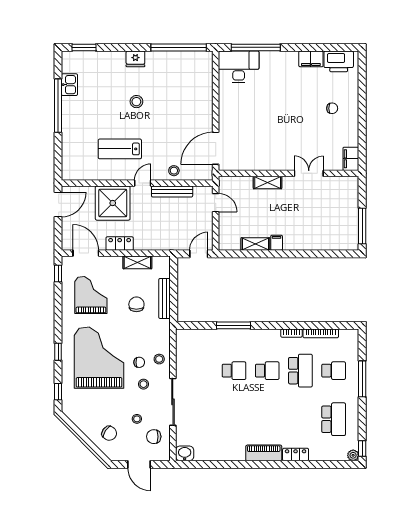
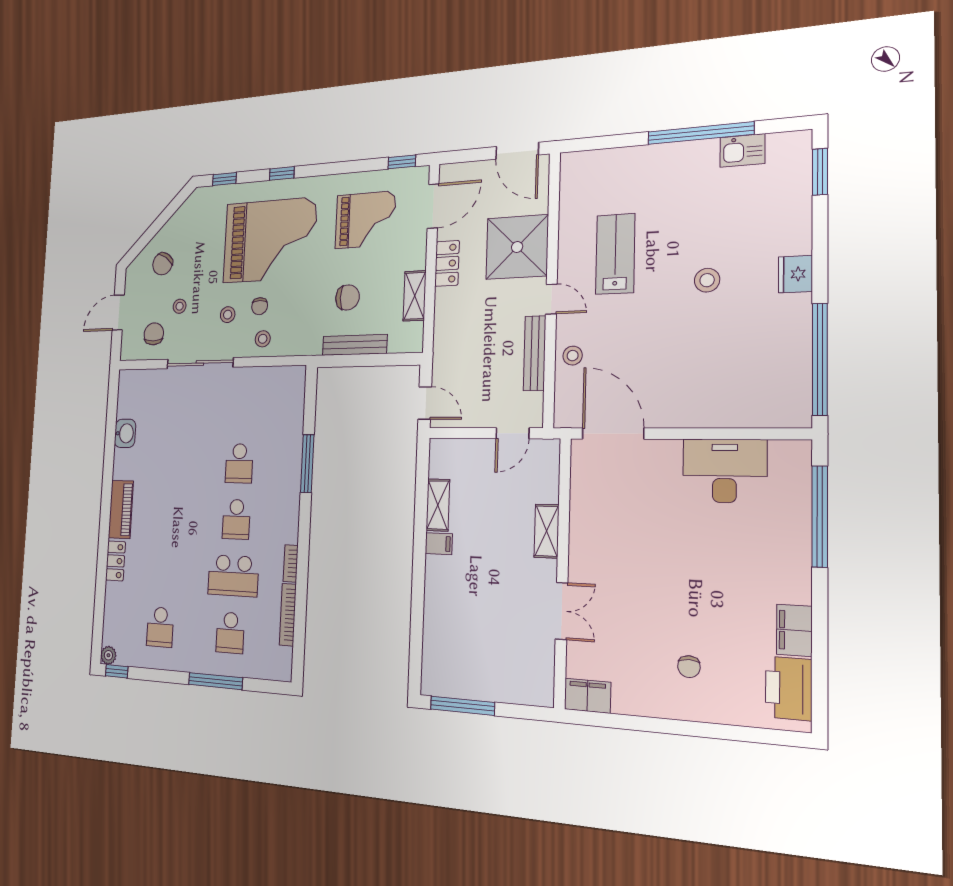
desk: (239, 67) -> (725, 471), moved, turned -90
school desk: (334, 419) -> (160, 627), width x0.54
washbasin: (185, 453) -> (125, 433), moved

